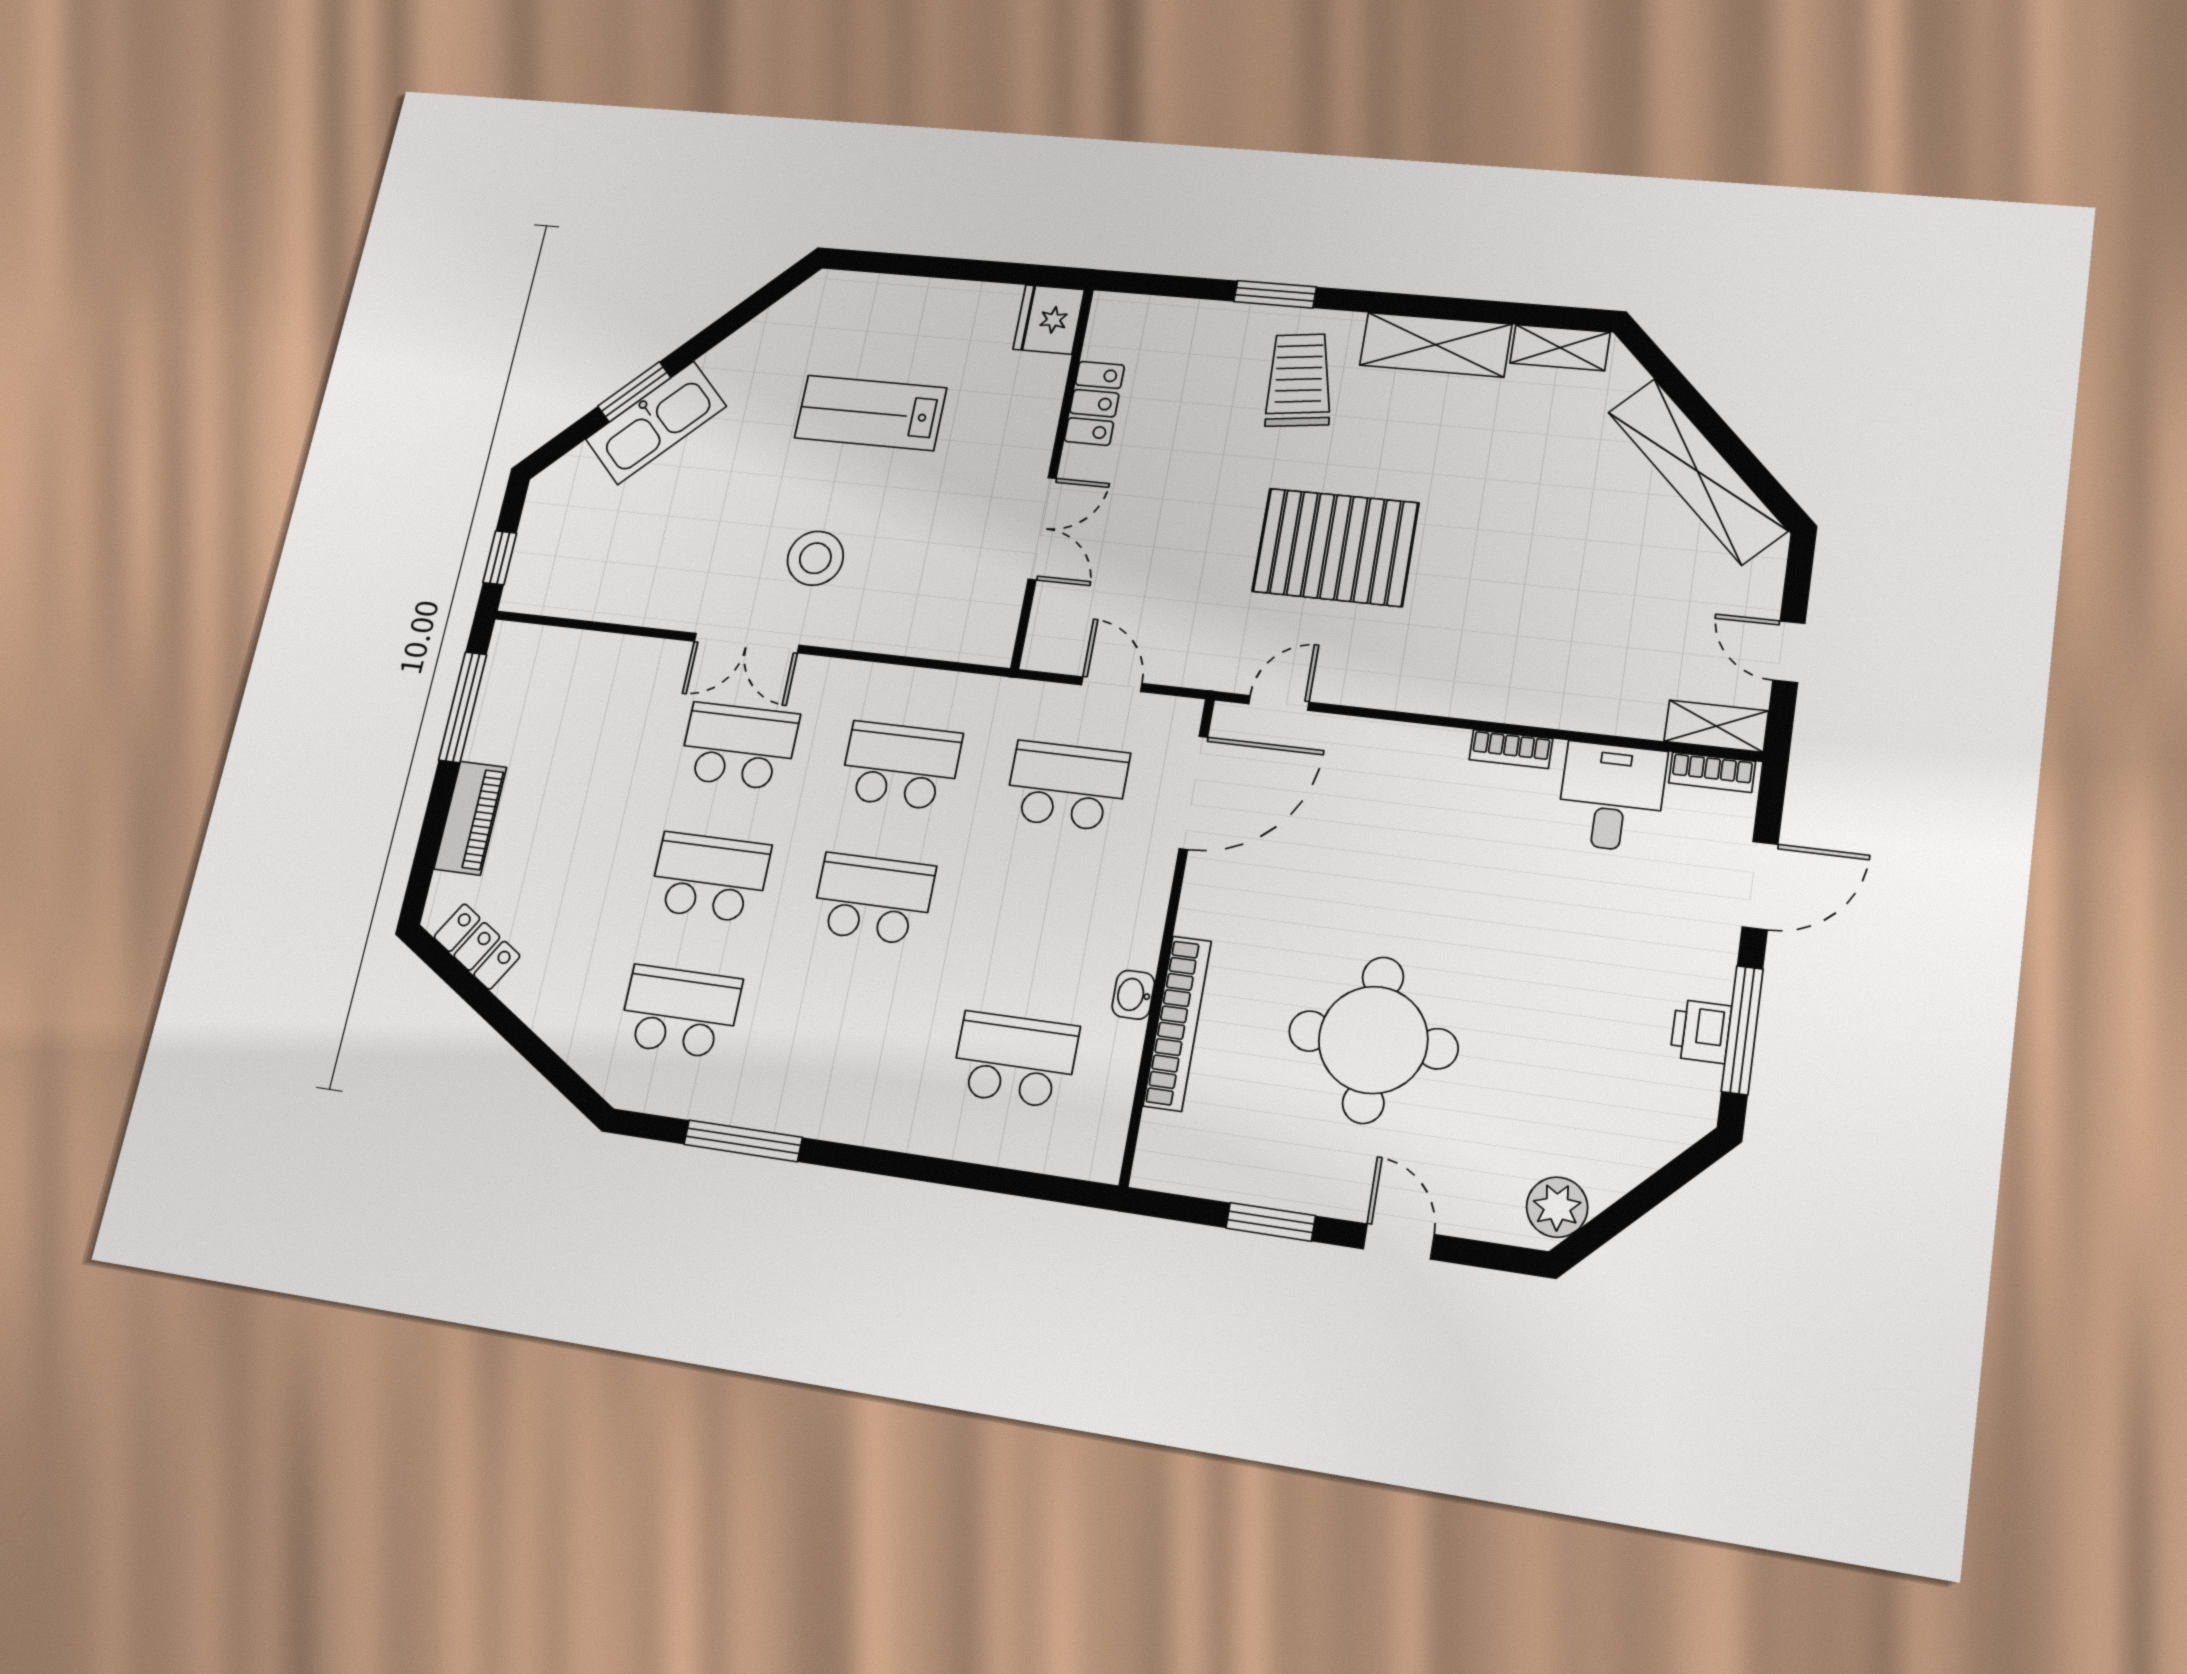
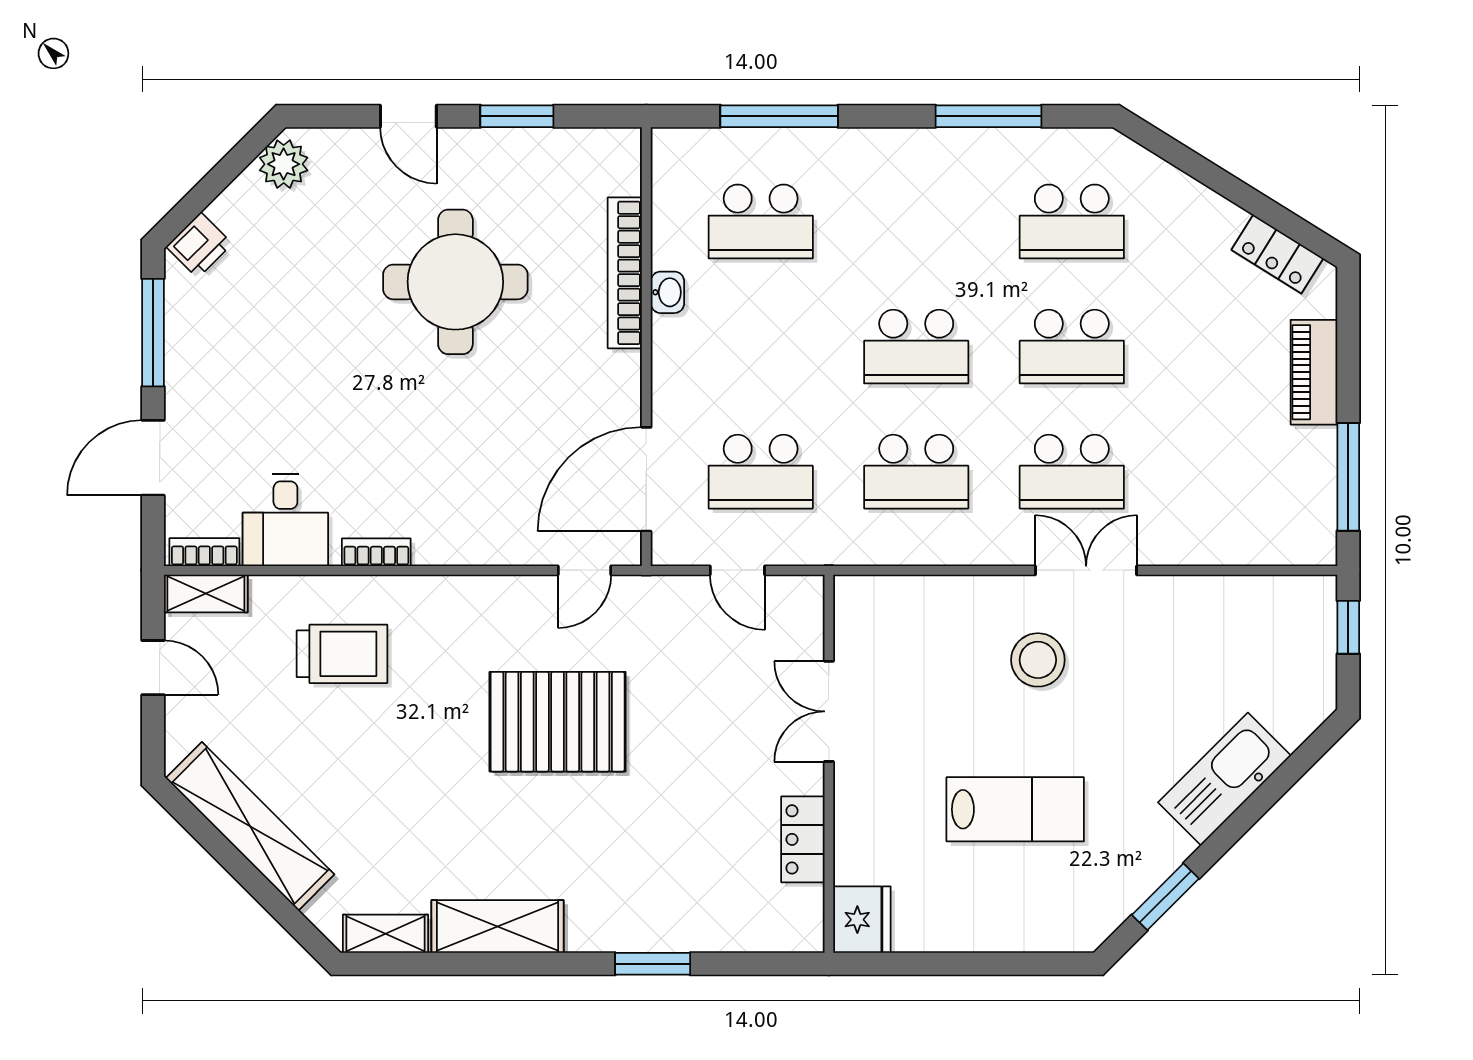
trolley: (1299, 380) -> (342, 654), moved, turned -83
window: (634, 392) -> (1165, 897), moved
printer: (1701, 1031) -> (199, 245), moved, turned 45
window: (972, 1176) -> (779, 116), added

